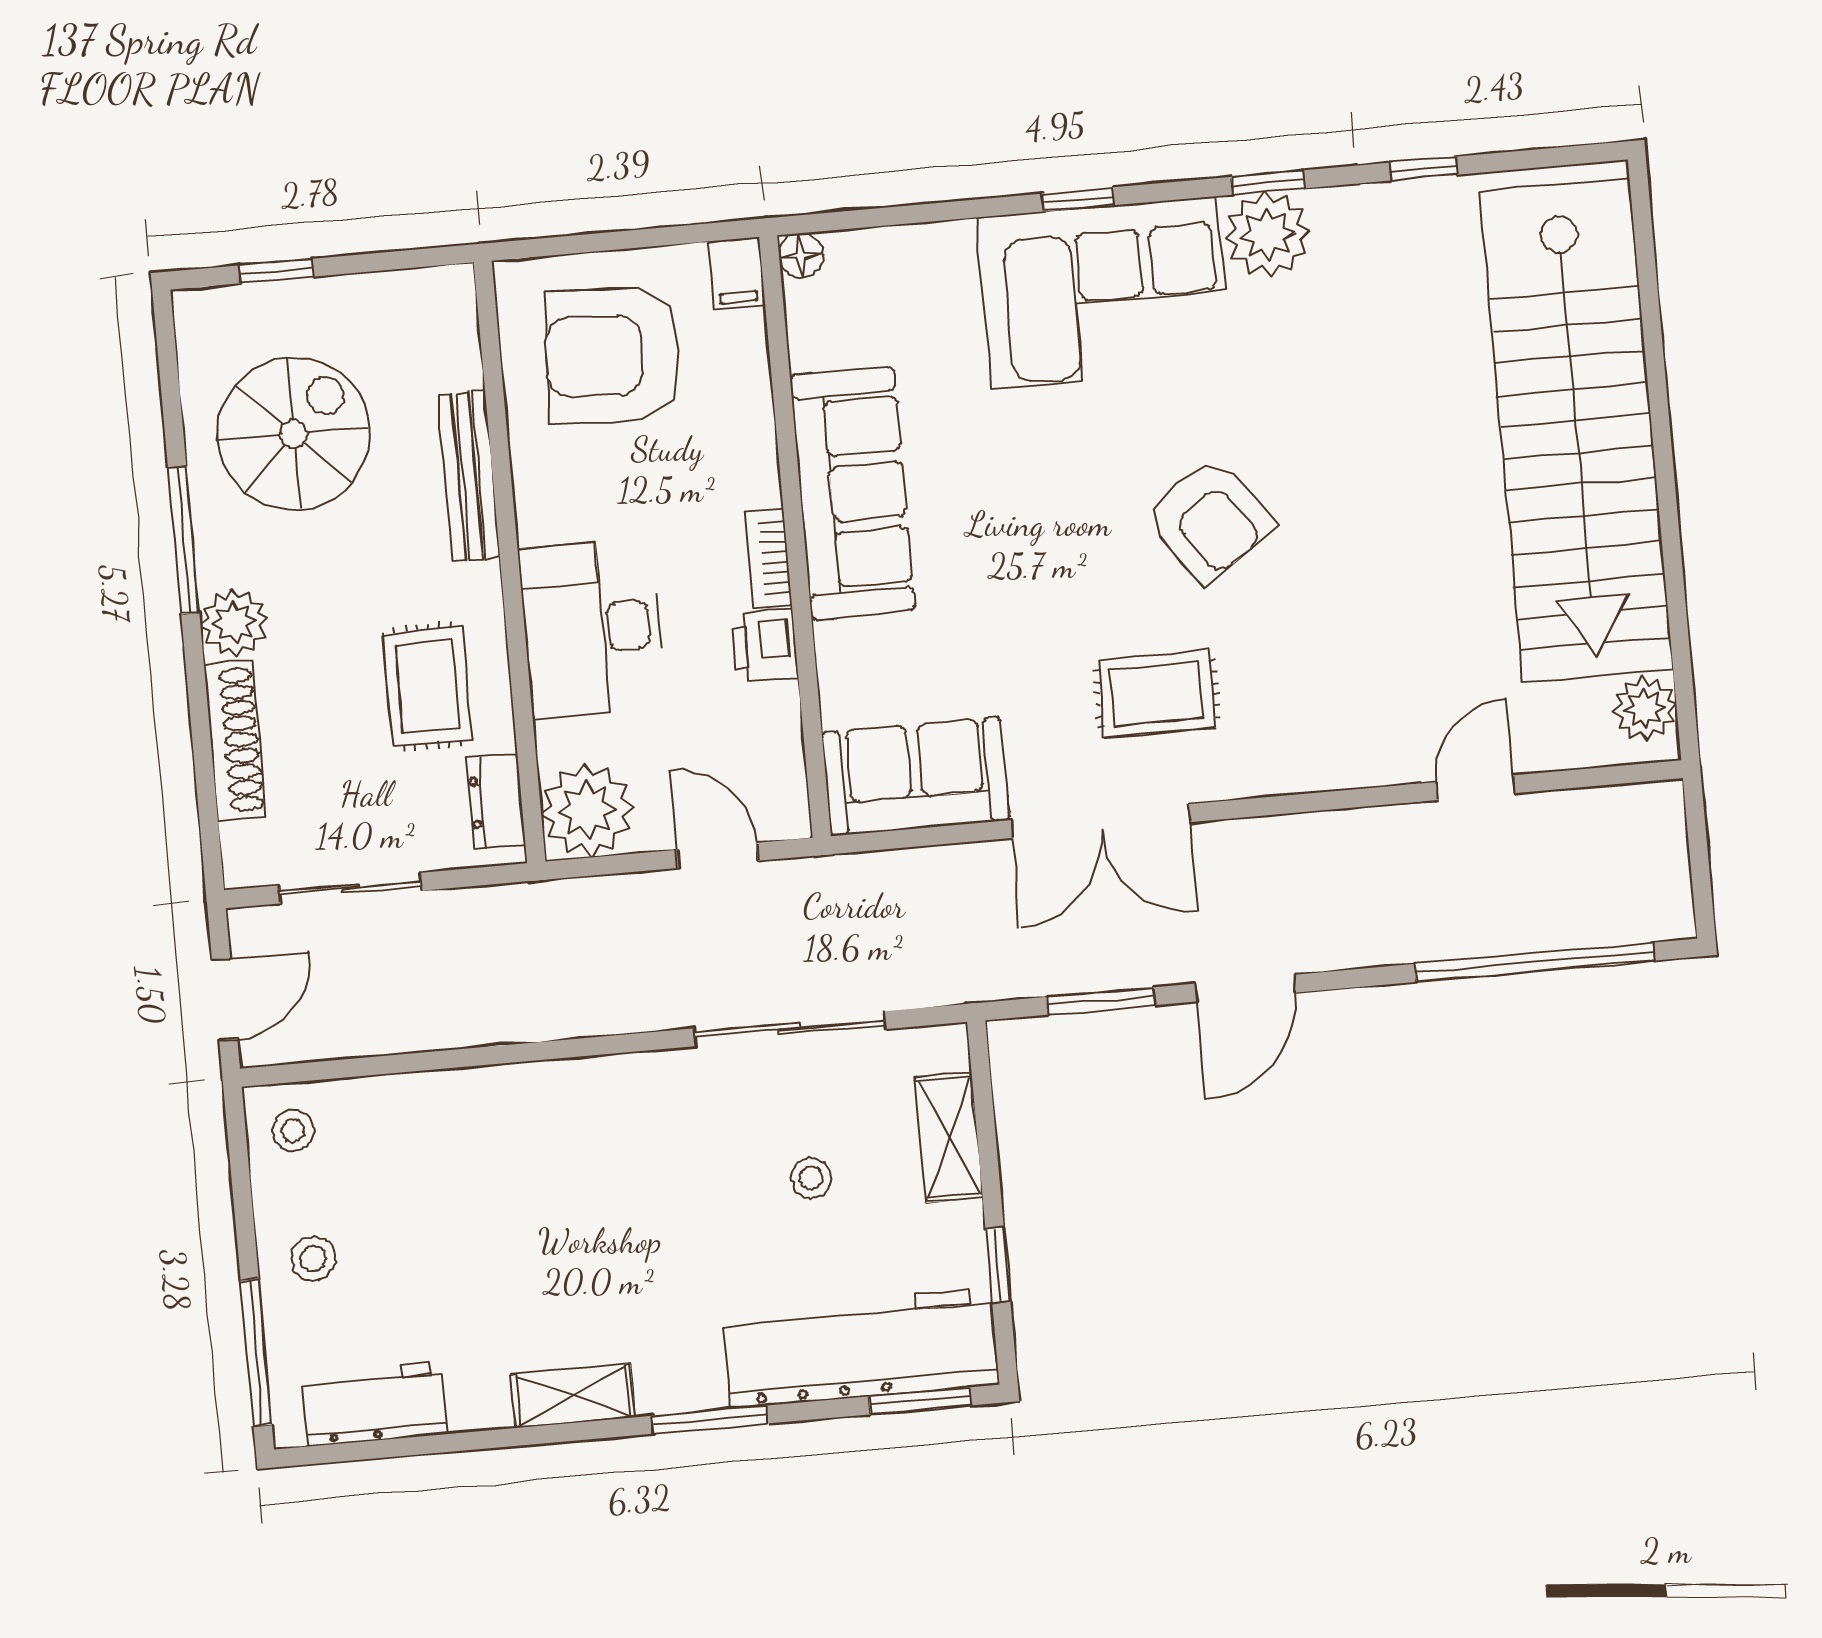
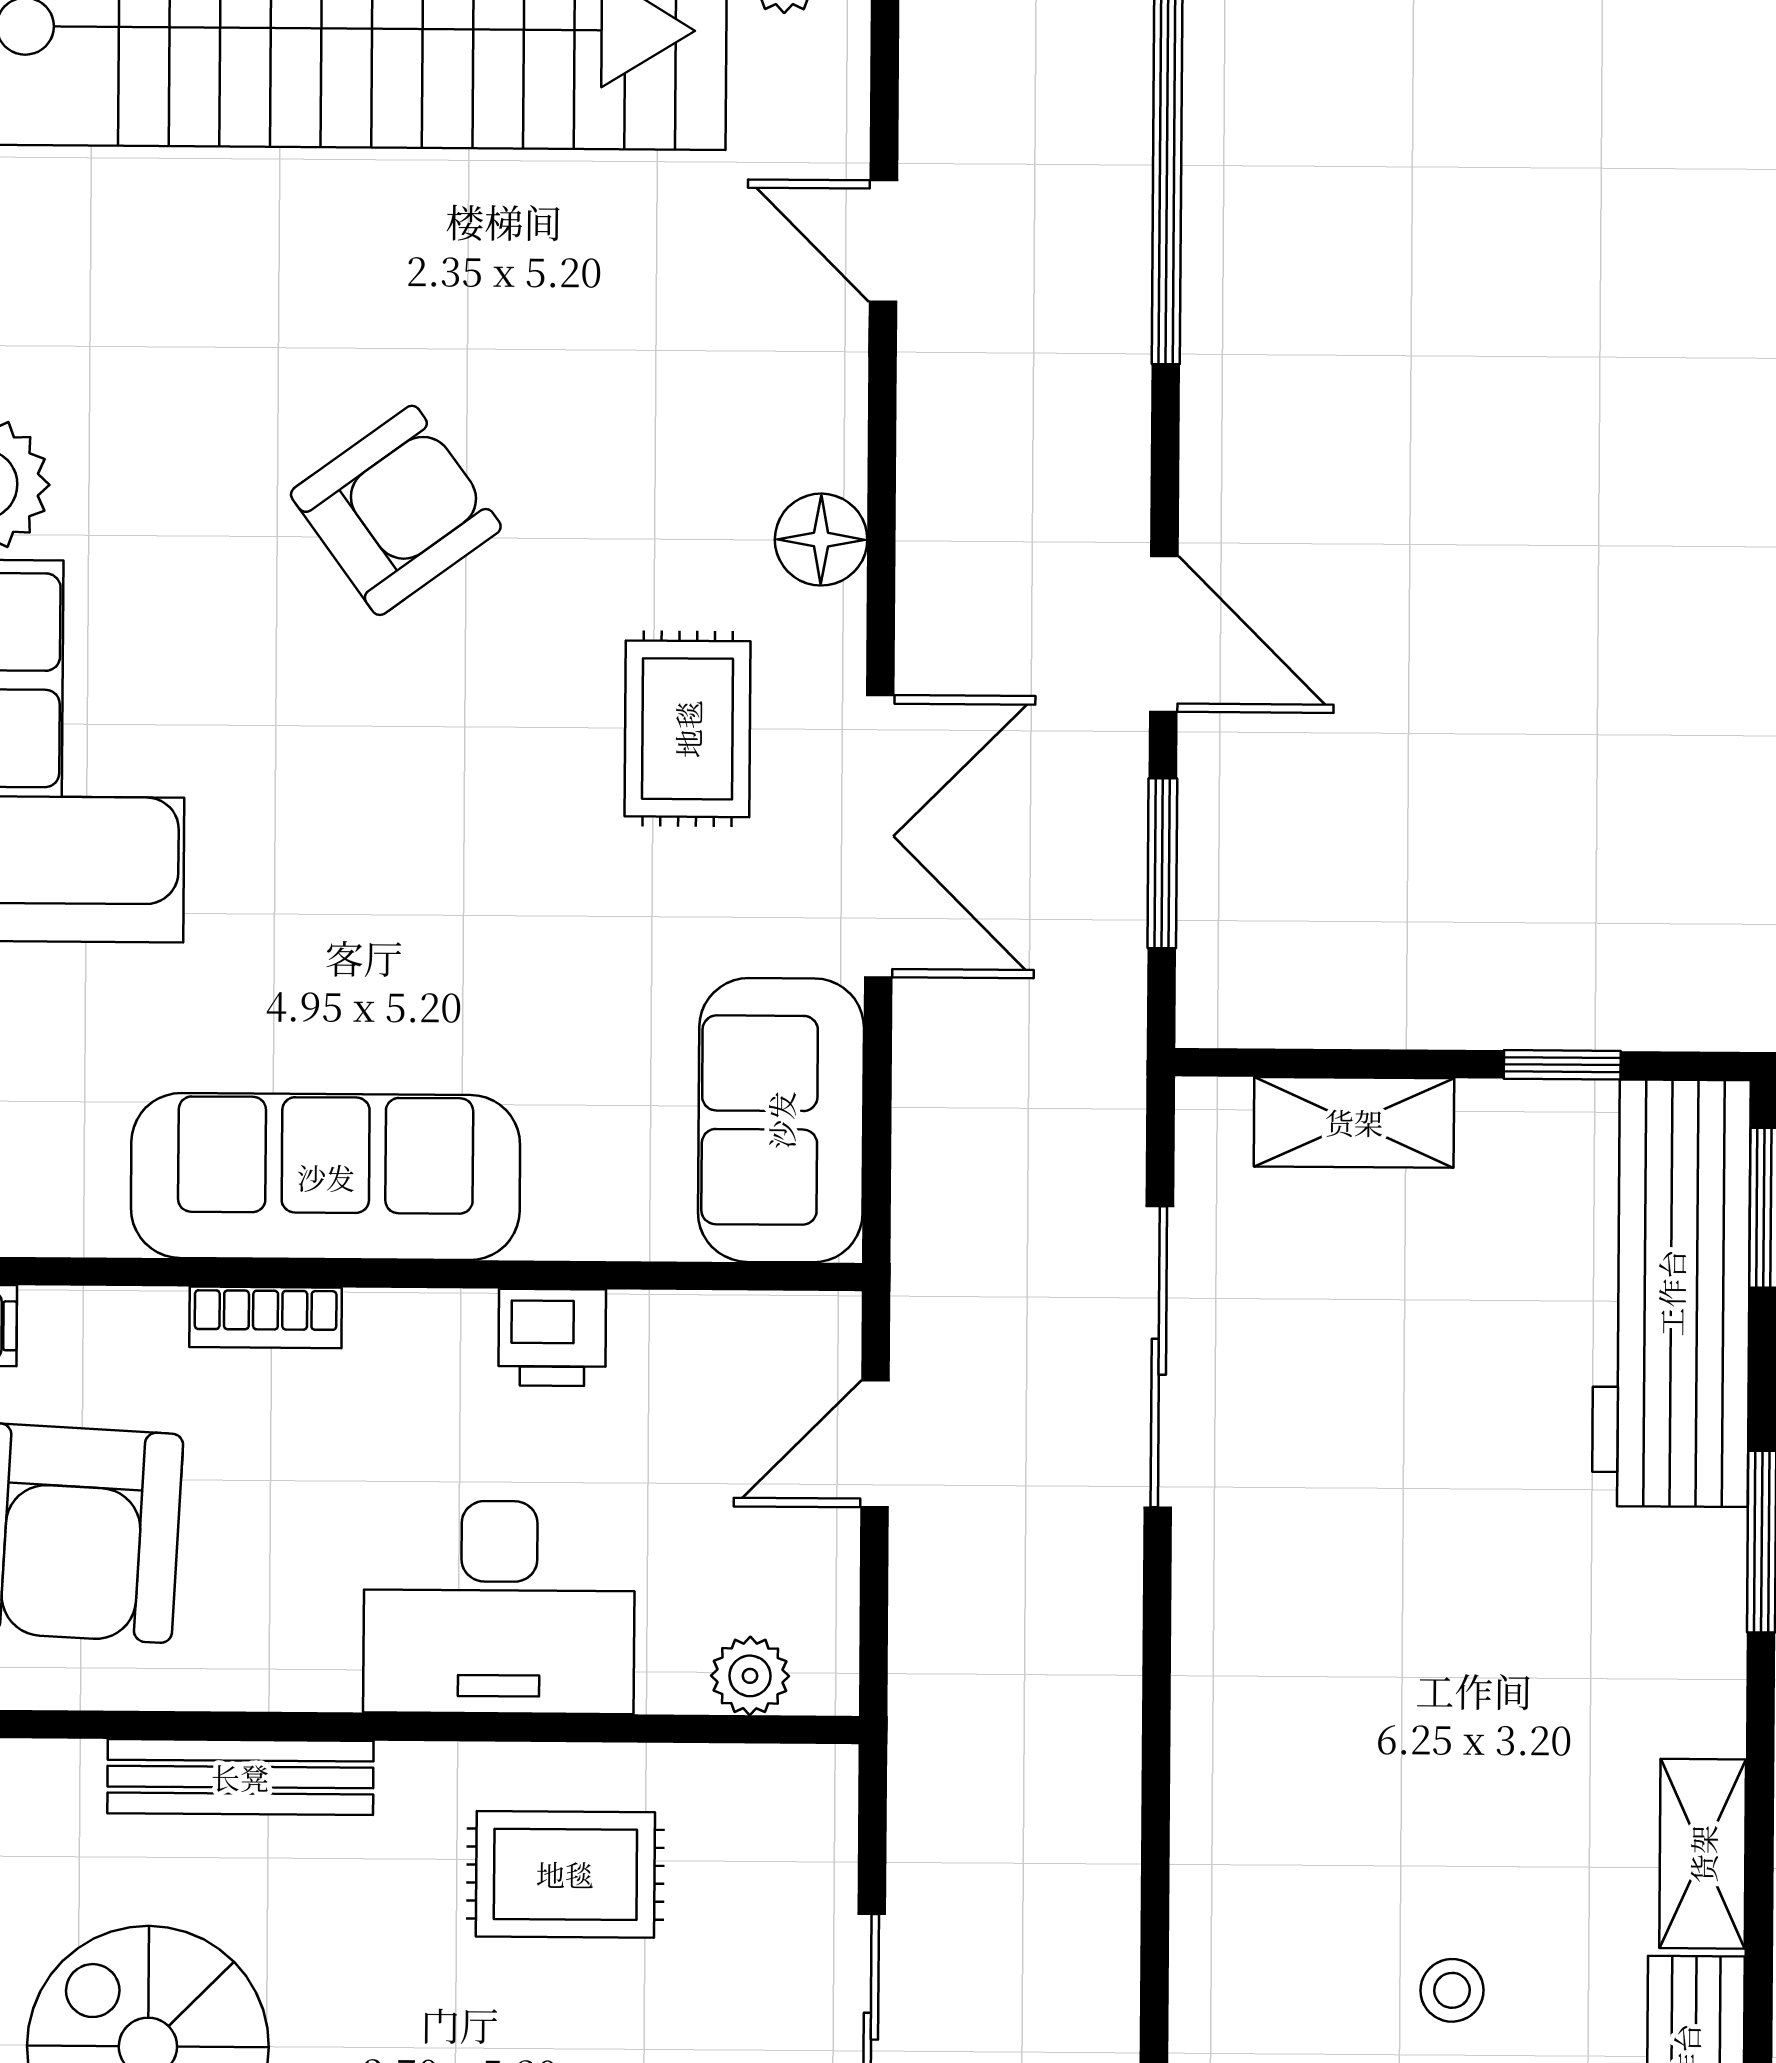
armchair: (1209, 520) -> (396, 510), moved
bookcase: (769, 558) -> (266, 1317), moved
floor lamp: (1284, 766) -> (821, 540), added
dresser: (496, 801) -> (757, 1785), removed
plant: (587, 810) -> (750, 1676), width x0.53, depth x0.53
stool: (811, 1178) -> (1452, 1990), moved
shelving: (573, 1396) -> (1703, 1854), moved

